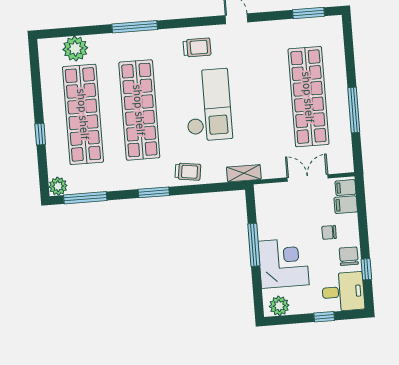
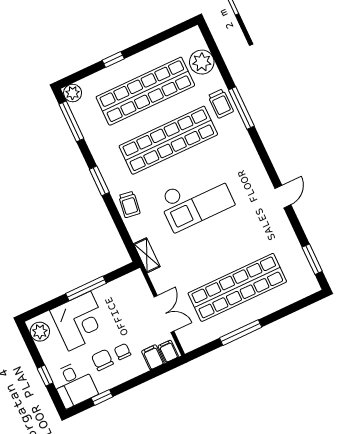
trolley: (197, 47) -> (221, 104), moved
chair: (349, 256) -> (102, 360), moved, turned -90

